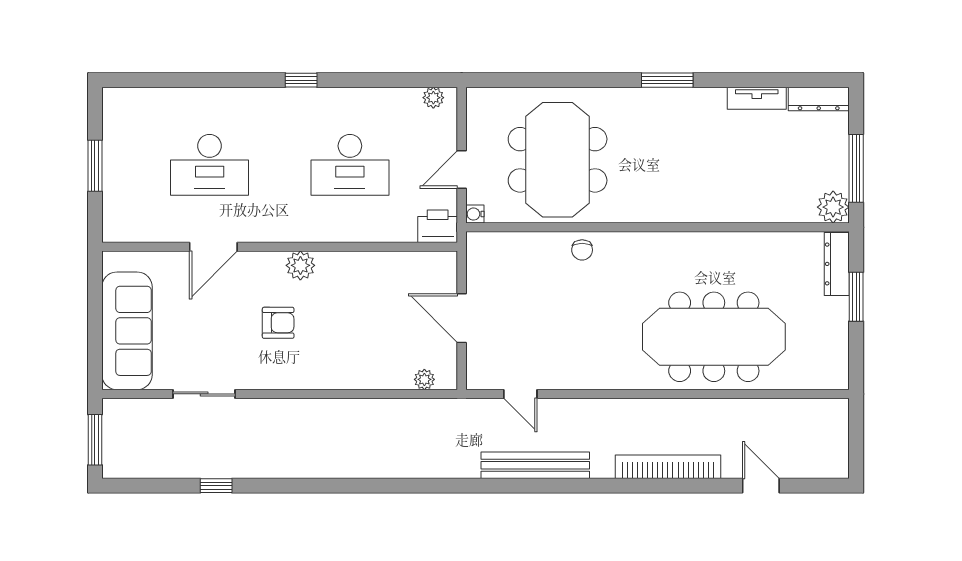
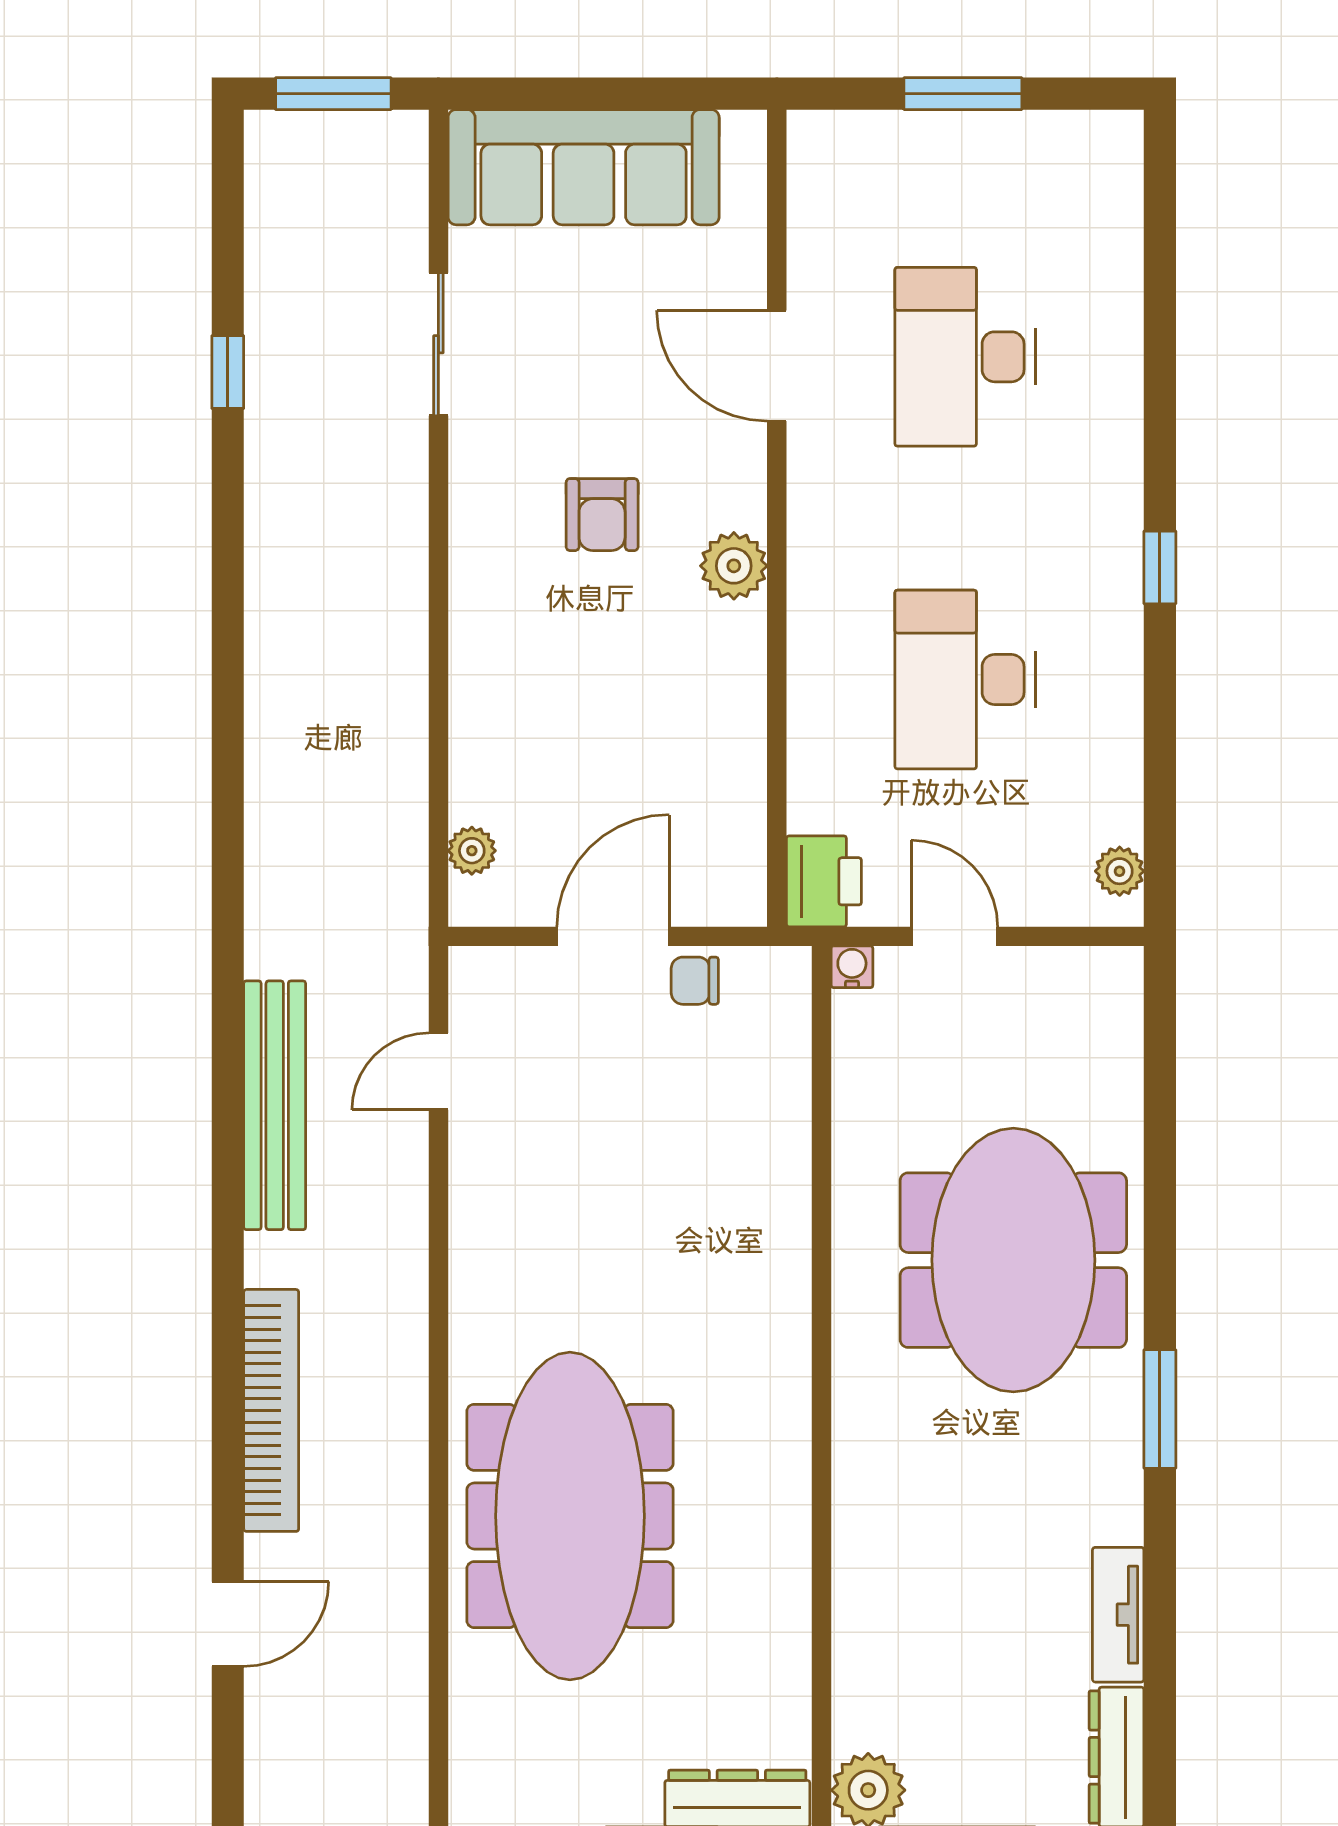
meeting table: (558, 160) -> (1013, 1260), moved, turned 90
chair: (582, 250) -> (695, 981), moved

